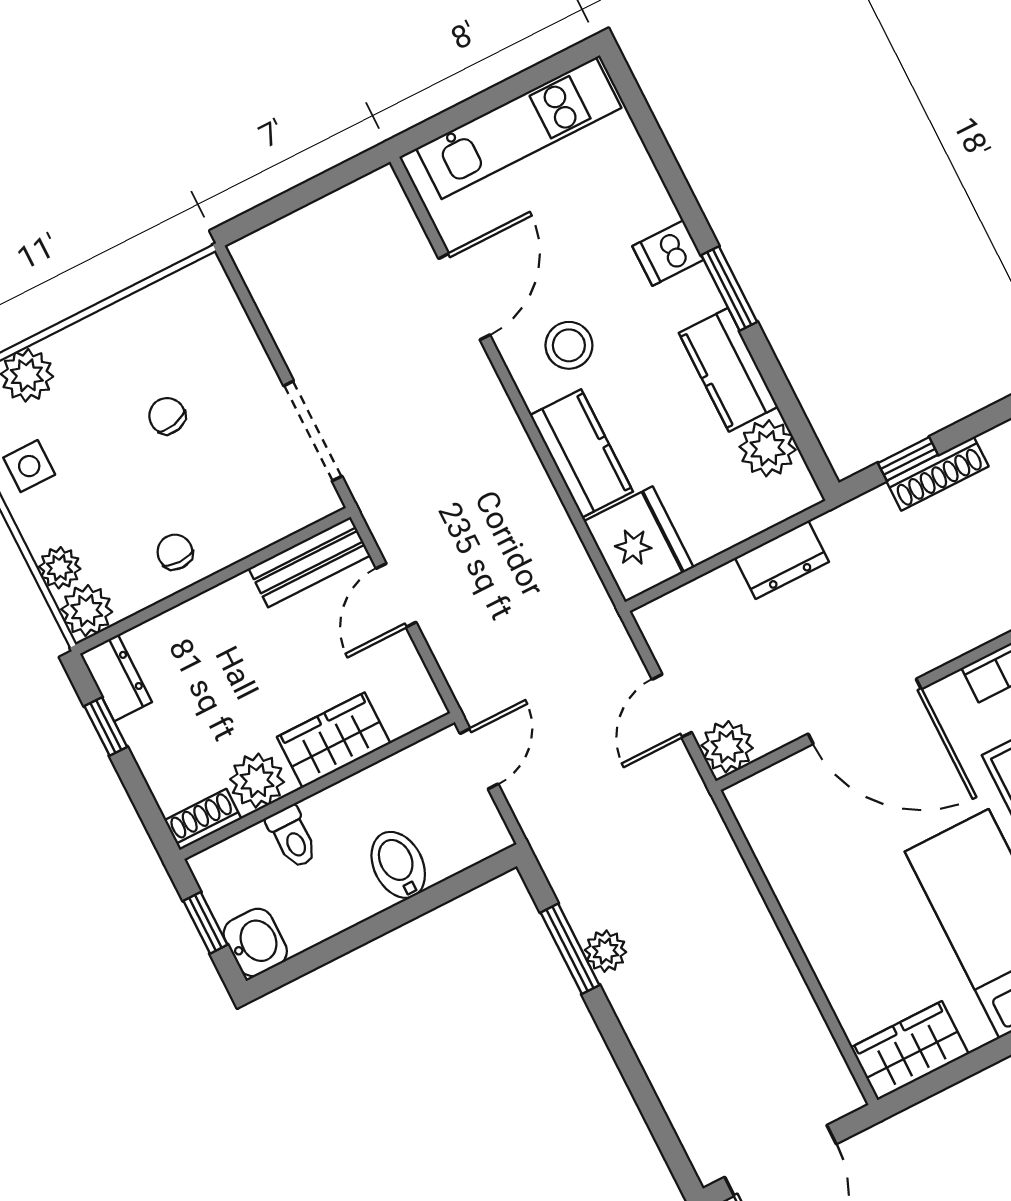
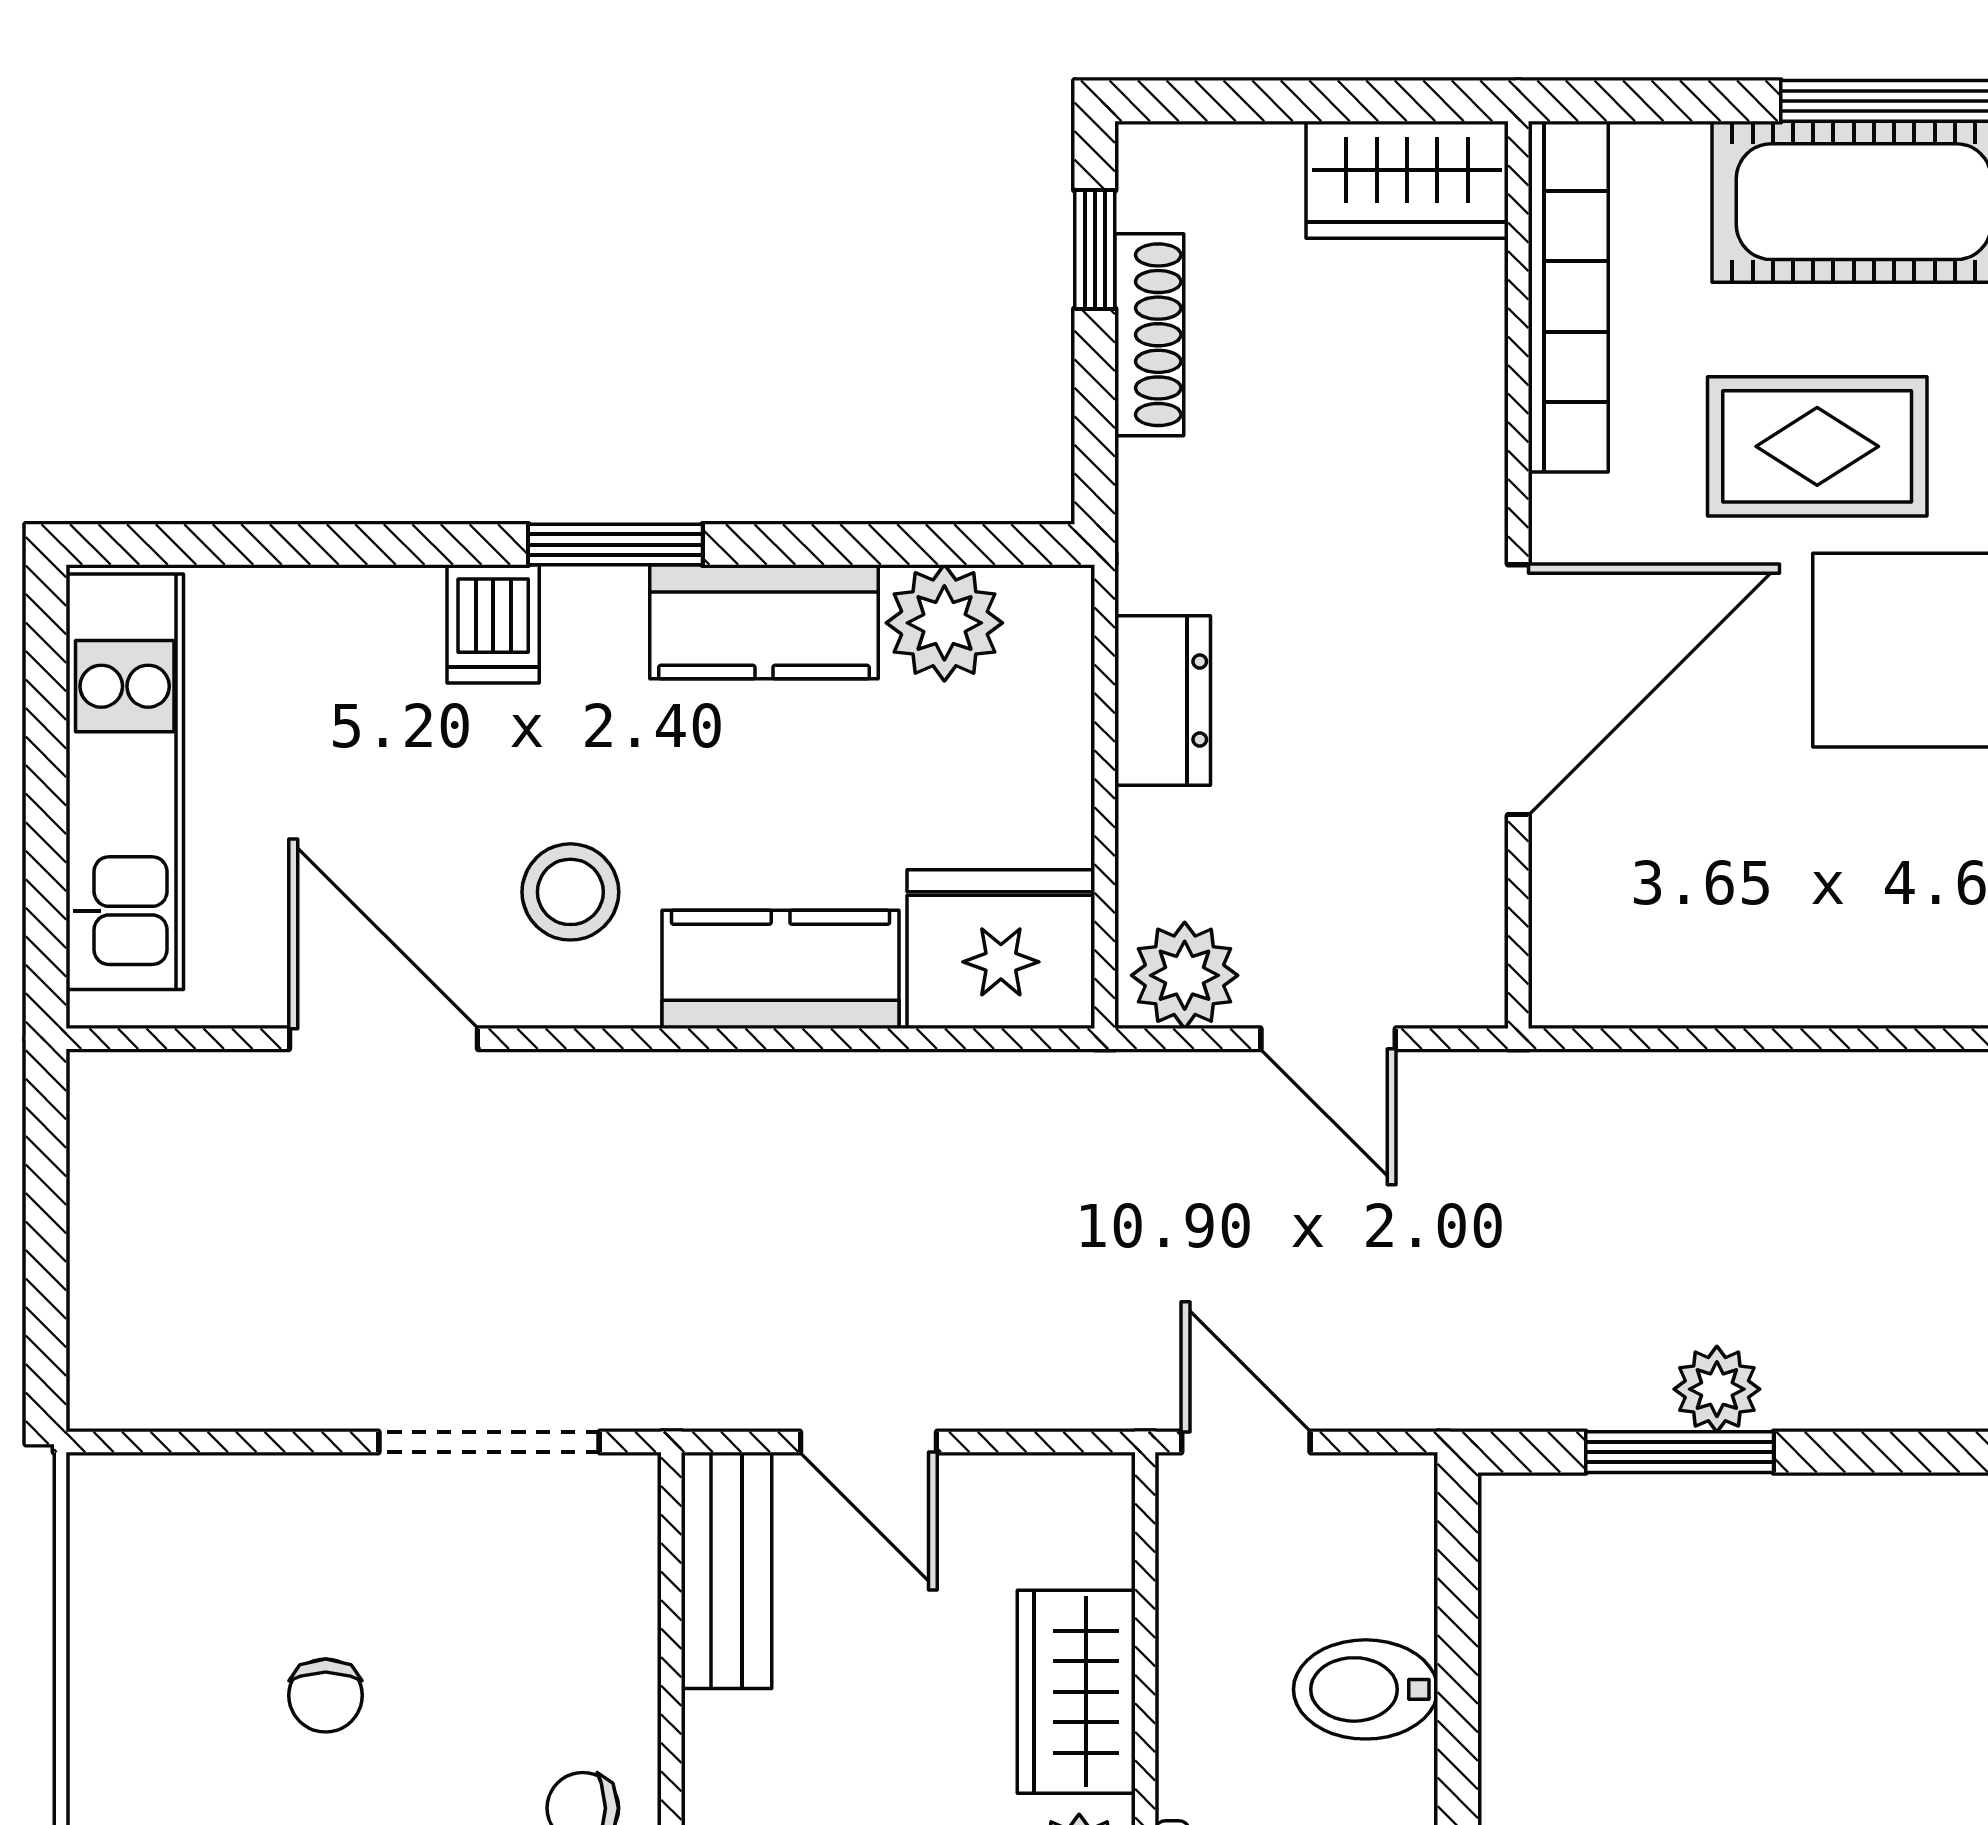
chair: (167, 416) -> (326, 1695), turned -77
window: (908, 459) -> (1095, 250), moved
plant: (727, 747) -> (1185, 975), moved

